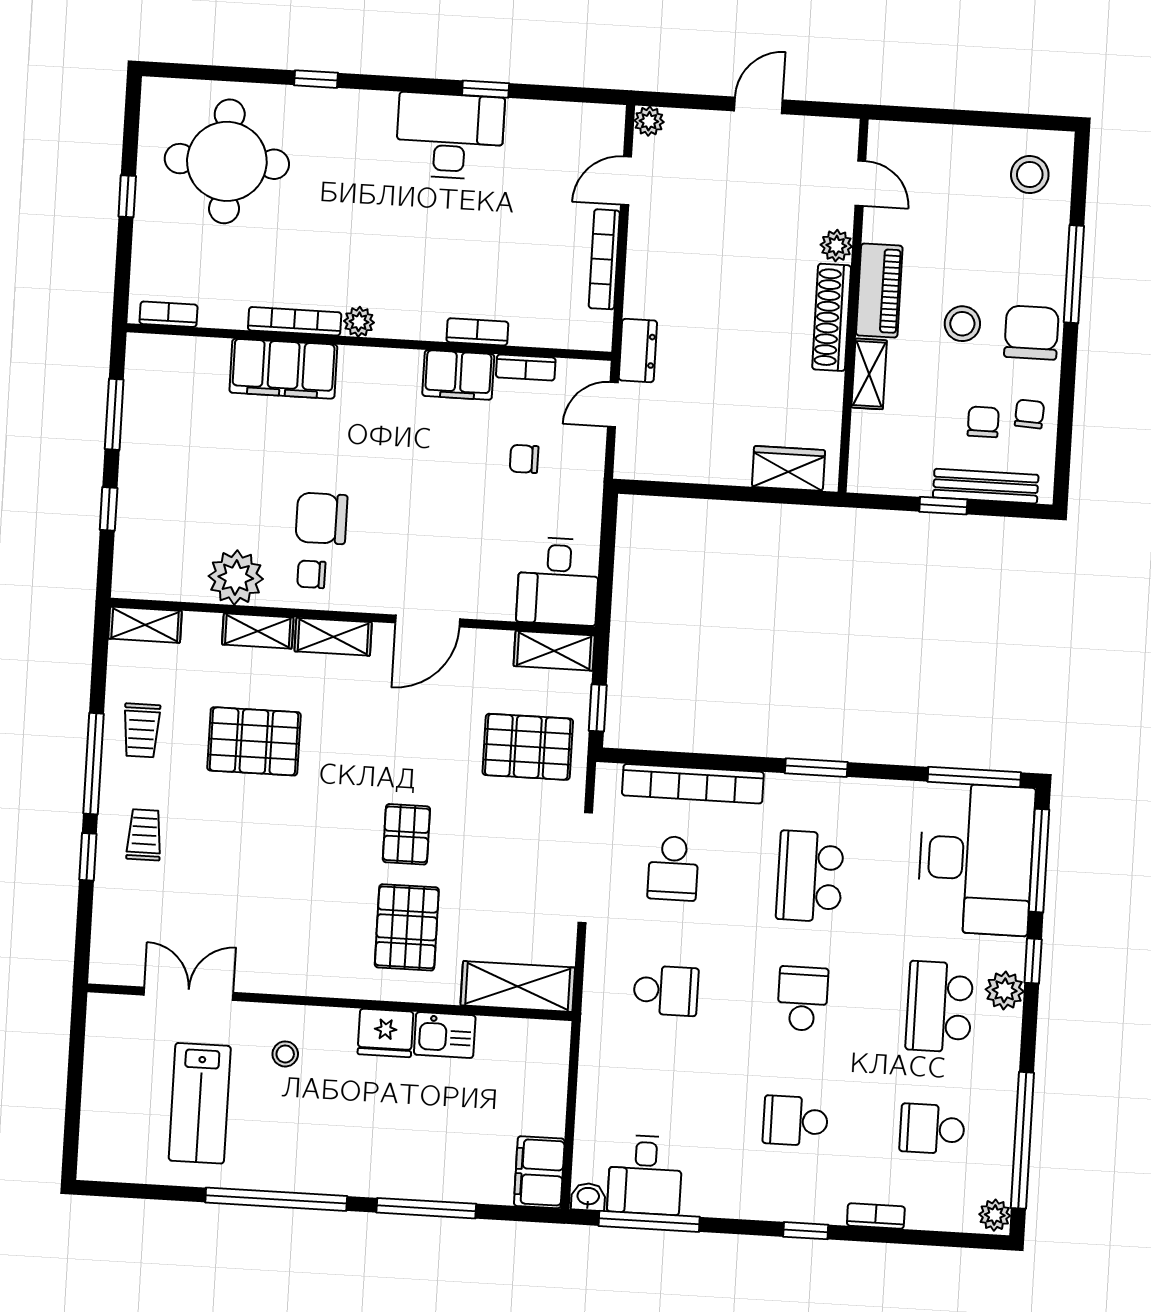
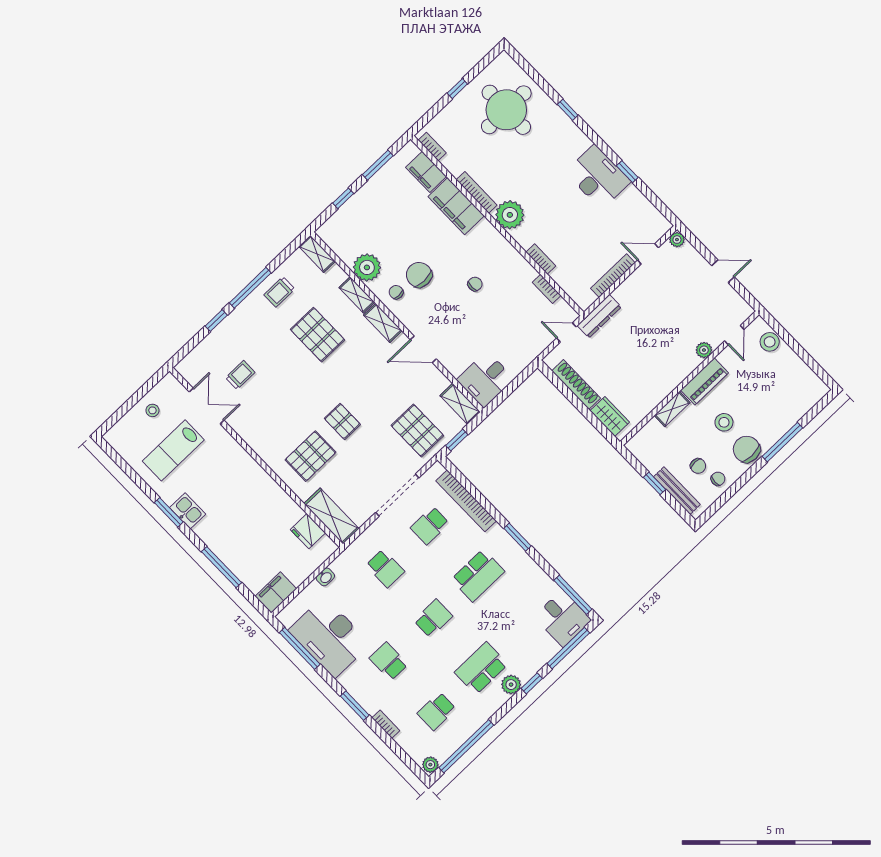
stool: (1030, 175) -> (770, 342), moved
shoe rack: (832, 317) -> (576, 385), moved, turned 90
plant: (359, 322) -> (510, 215), width x1.87, depth x1.87
chair: (1031, 333) -> (747, 449), turned -90
dresser: (638, 351) -> (599, 316), width x1.44
filing cabinet: (458, 375) -> (426, 172), moved
chair: (983, 422) -> (698, 466), turned 90
chair: (524, 459) -> (475, 284), moved, turned 90
pallet: (406, 834) -> (342, 421), turned 90
trolley: (144, 835) -> (240, 375), moved
desk: (976, 859) -> (563, 618), width x0.53, depth x0.77
school desk: (810, 876) -> (478, 575), turned 180
fridge: (385, 1033) -> (308, 531), moved
kitchen sink: (445, 1035) -> (188, 511), moved, turned 180
stool: (285, 1054) -> (152, 410), moved
school desk: (932, 1129) -> (437, 711), turned -90
desk: (645, 1175) -> (329, 637), width x1.87, depth x1.30
washbasin: (588, 1197) -> (325, 577), moved, turned 90
window: (276, 1199) -> (169, 512), width x0.47
window: (806, 1231) -> (355, 706), width x1.50

